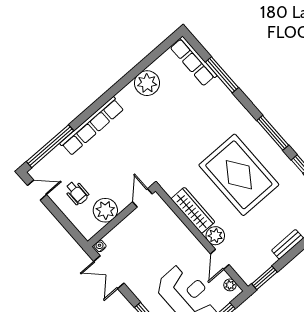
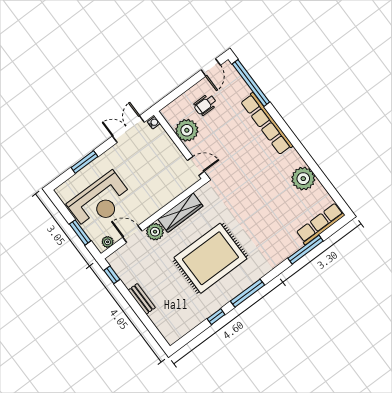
window: (264, 278) -> (112, 275), width x0.67

